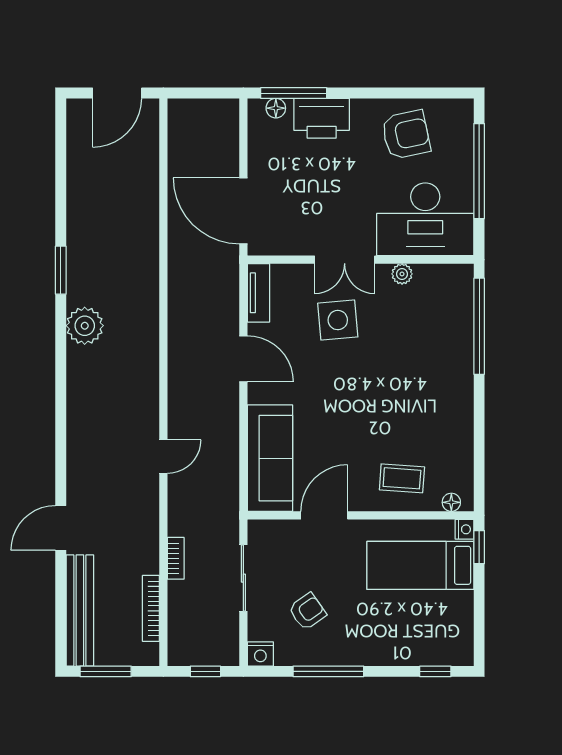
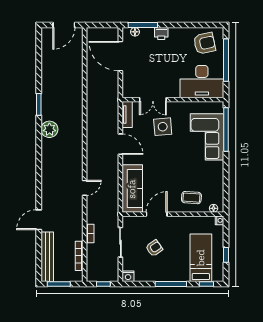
printer: (322, 118) -> (161, 33), width x0.53, depth x0.68
armchair: (406, 135) -> (205, 43), moved
door: (243, 211) -> (120, 56), moved
double door: (345, 260) -> (153, 100), moved
plant: (402, 274) -> (191, 106), removed
corner sofa: (437, 343) -> (207, 137), added
window: (479, 547) -> (226, 255), moved
bed: (420, 565) -> (201, 258), moved, turned 90
armchair: (307, 611) -> (154, 248), moved
window: (328, 671) -> (171, 284), moved

